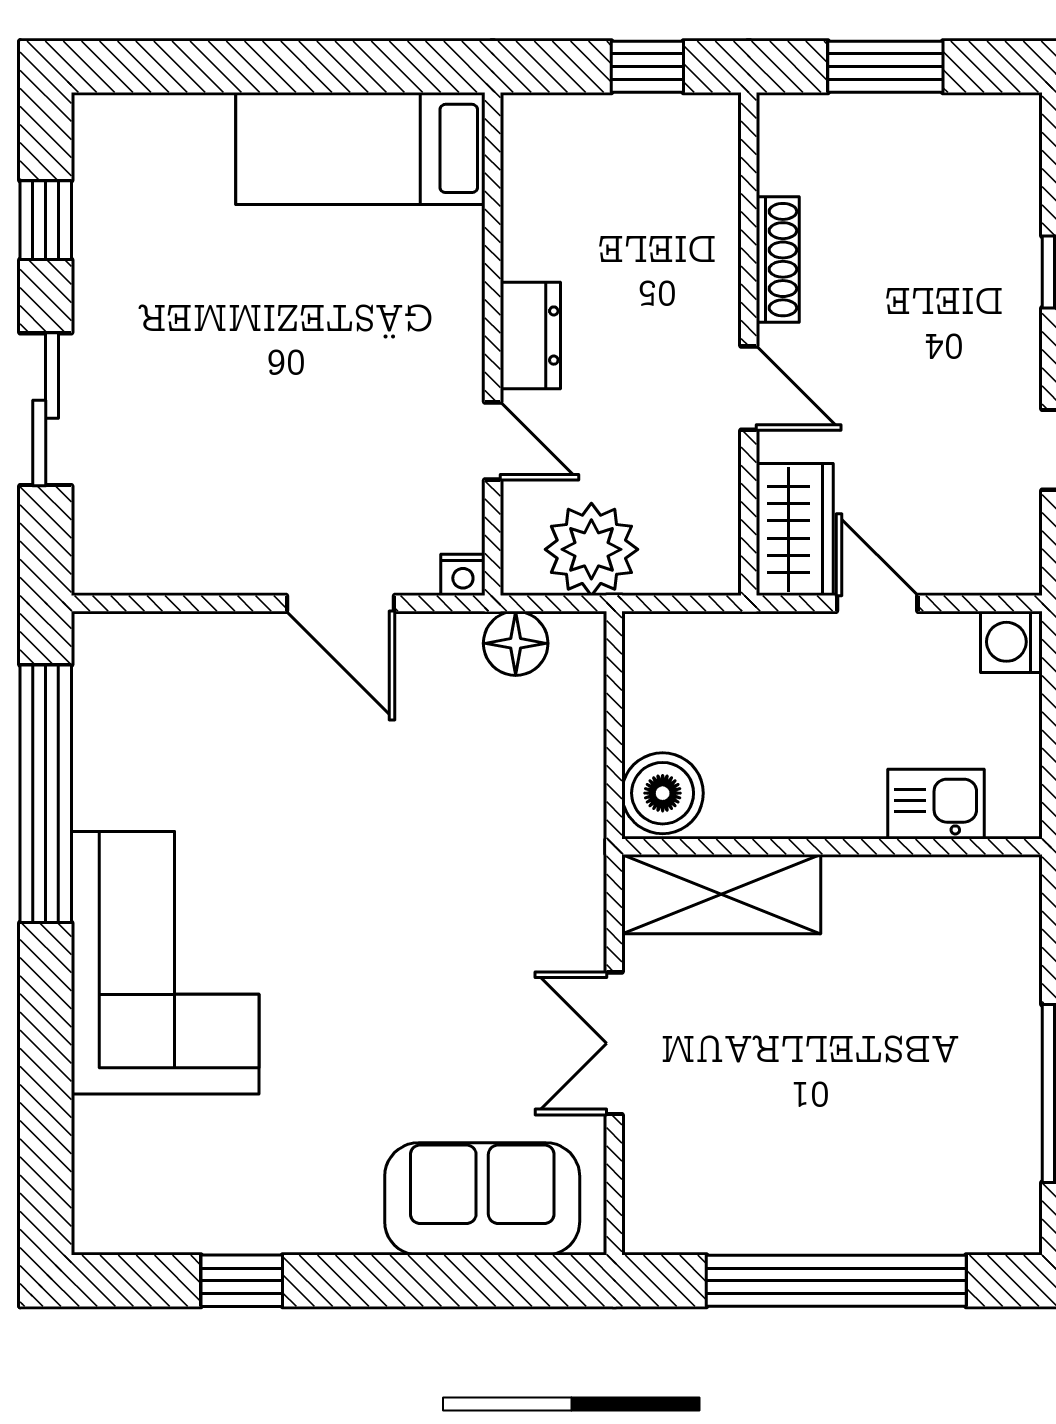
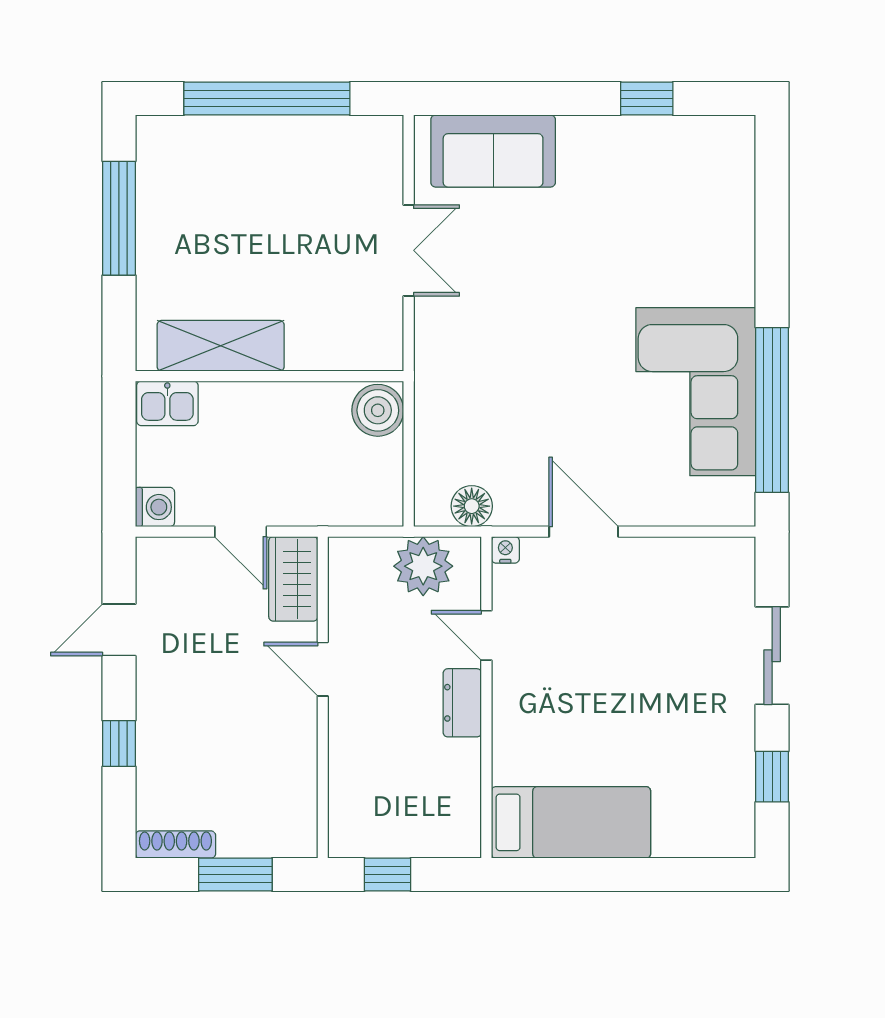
shoe rack: (778, 260) -> (175, 845), moved, turned 90
kitchen sink: (936, 804) -> (167, 403), moved
shelving: (721, 894) -> (221, 346), moved
corner sofa: (165, 963) -> (696, 392), moved

